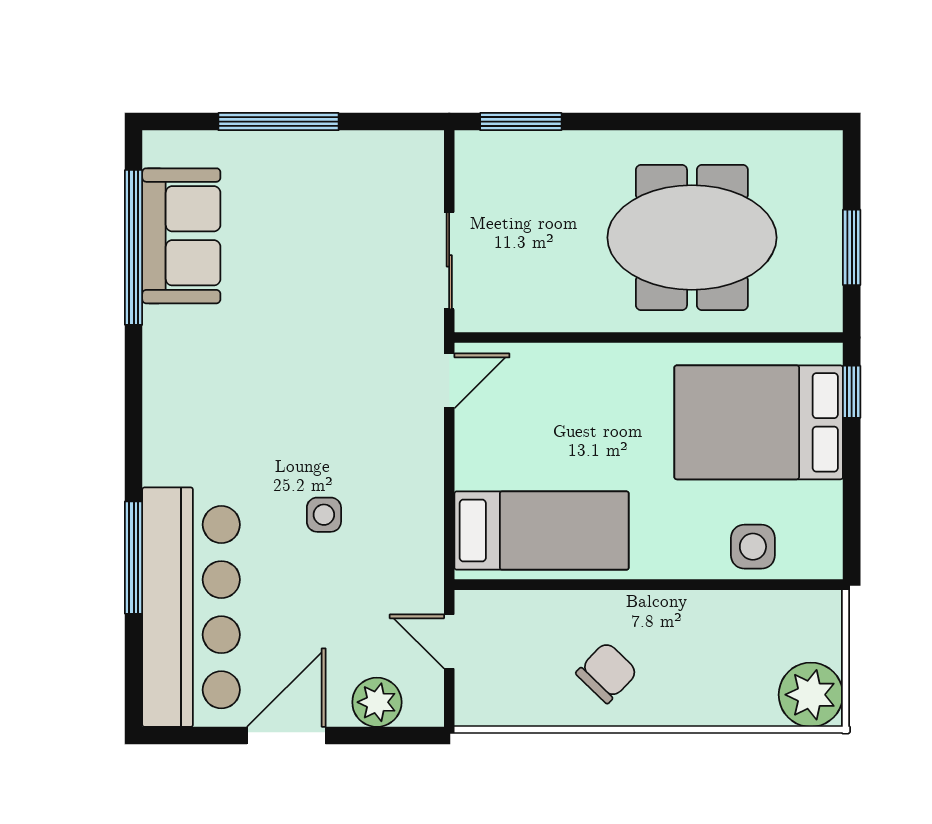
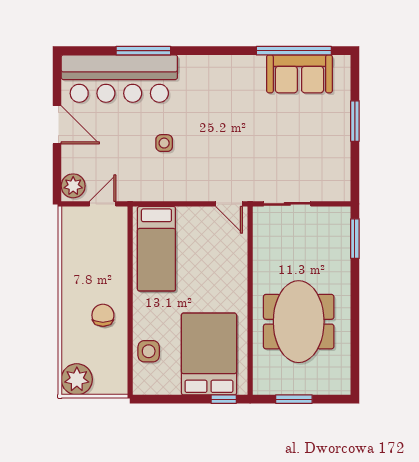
window: (279, 122) -> (355, 121), width x0.69
chair: (607, 673) -> (103, 315), moved, turned -134
plant: (377, 702) -> (73, 186), moved

